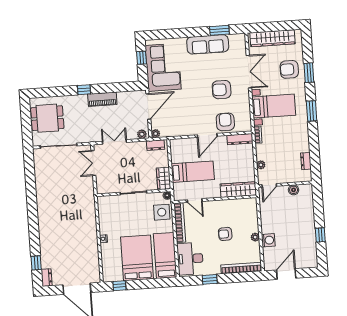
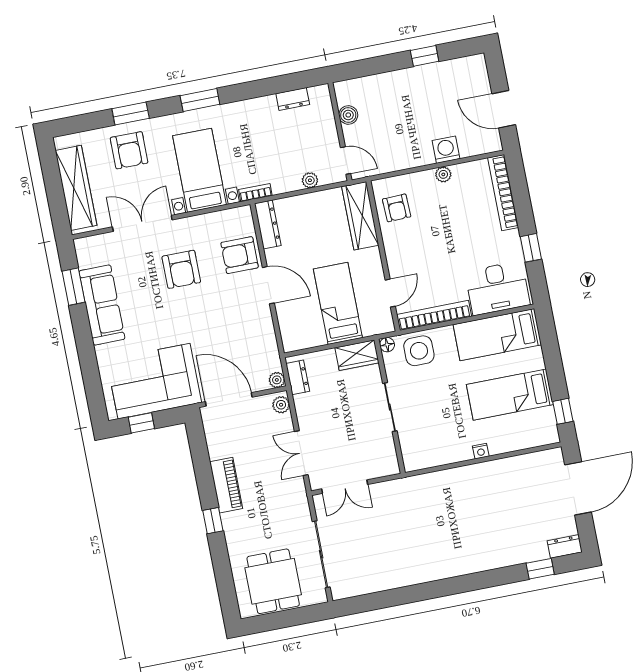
armchair: (225, 234) -> (397, 208), moved
bed: (137, 258) -> (510, 395), width x0.67

